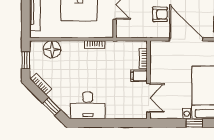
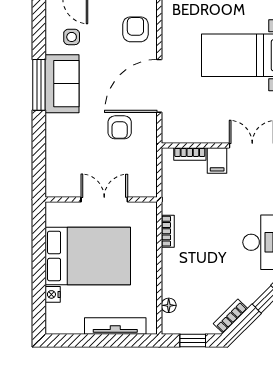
armchair: (160, 14) -> (120, 127), turned 180
floor lamp: (52, 49) -> (169, 305), width x0.53, depth x0.53

